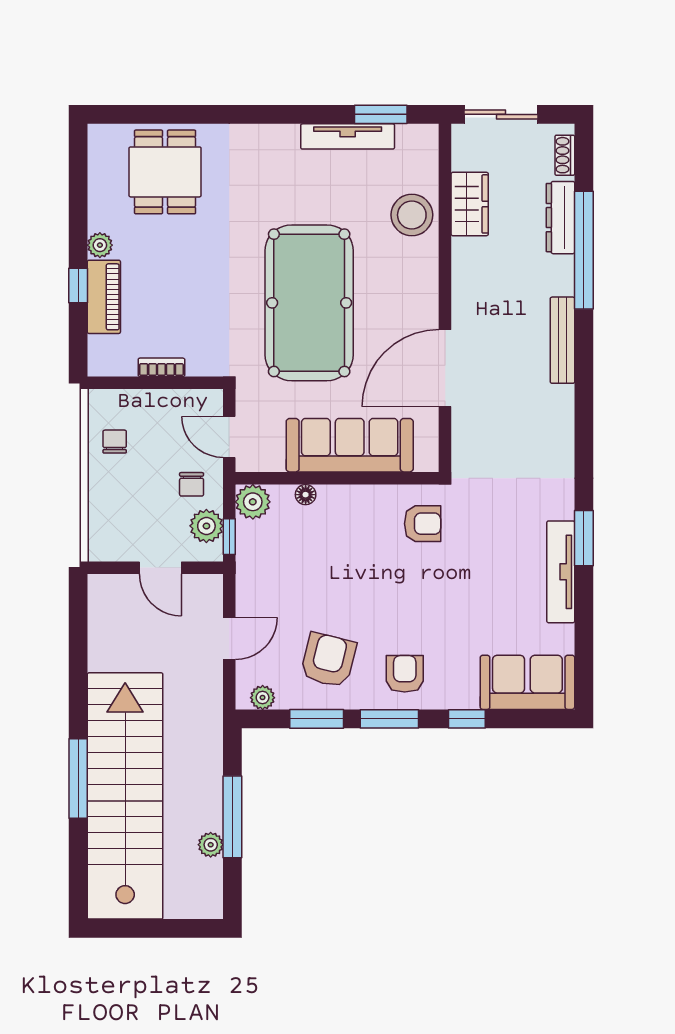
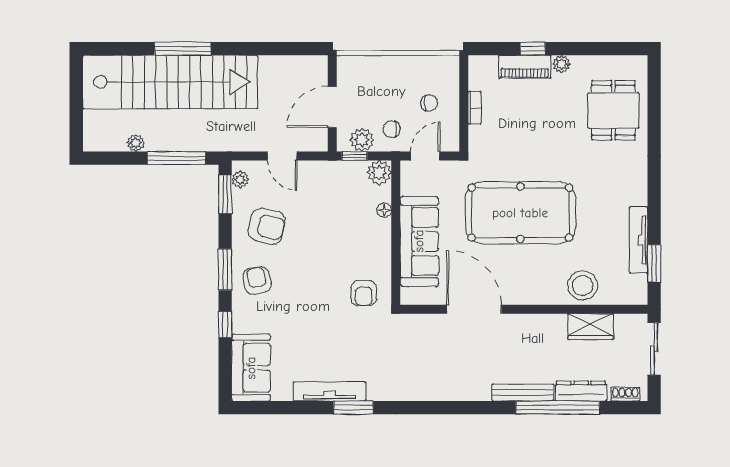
dining table: (165, 172) -> (613, 110), turned 90
bench: (562, 340) -> (523, 392), moved
chair: (115, 442) -> (429, 103), moved
door: (160, 568) -> (332, 107), width x1.38
armchair: (405, 674) -> (257, 281), turned -102
window: (317, 719) -> (225, 194), moved
window: (232, 817) -> (176, 158), moved

